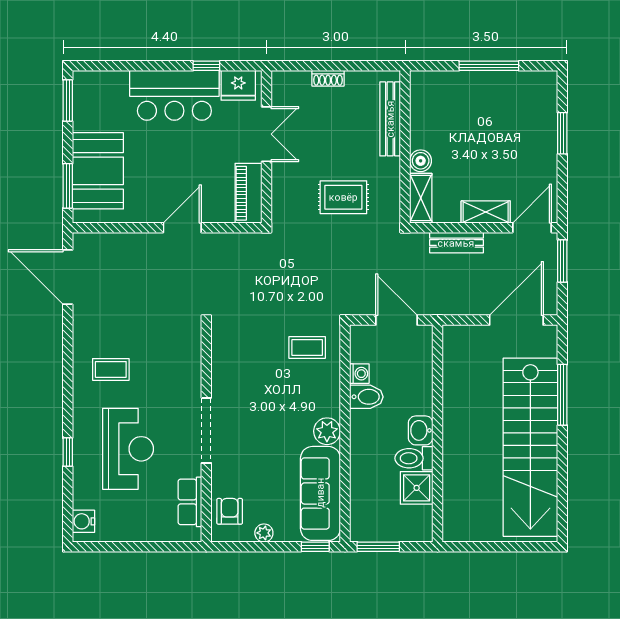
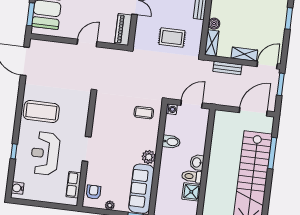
door: (396, 320) -> (192, 104), hinge flipped
coffee table: (111, 369) -> (41, 112), width x1.86, depth x1.72
washing machine: (359, 374) -> (172, 109), moved
doorway: (206, 430) -> (87, 149), width x0.73
reception desk: (128, 449) -> (45, 153), turned 180

